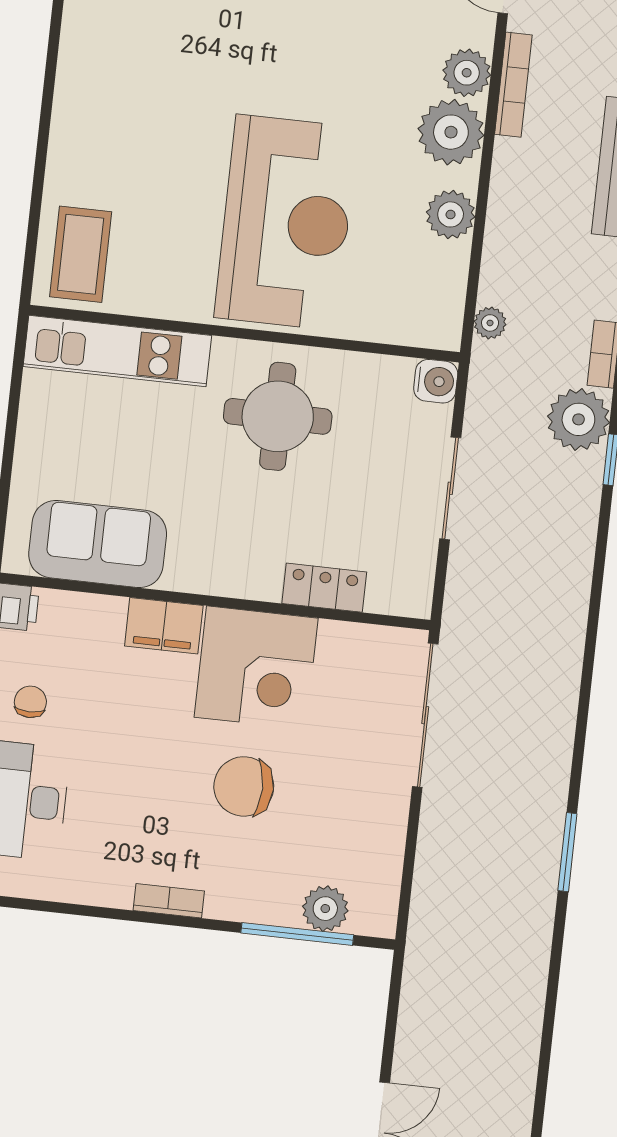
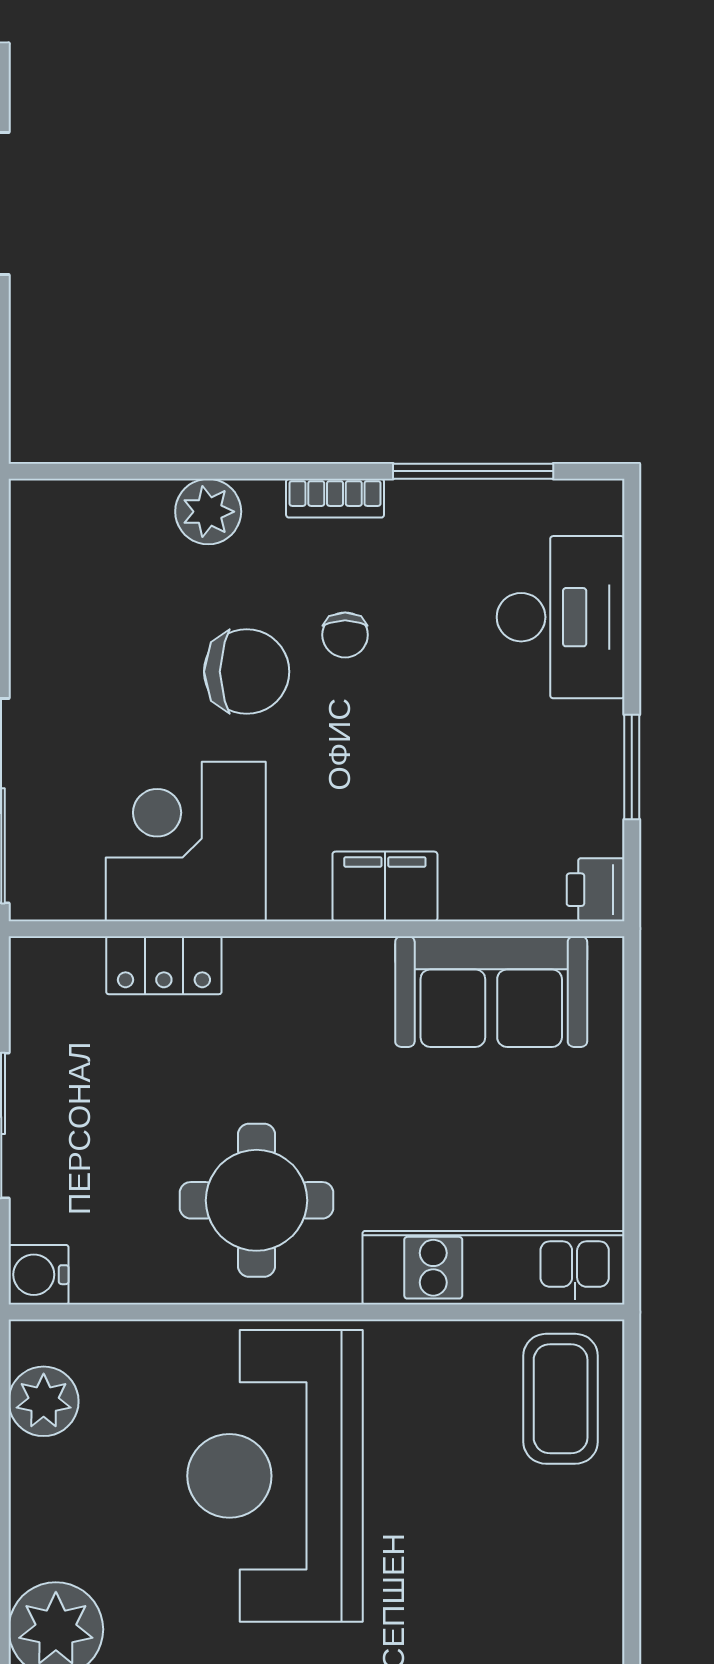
plant: (451, 214) -> (44, 1401), moved
corner desk: (256, 668) -> (186, 841), moved
chair: (30, 702) -> (345, 635), moved
plant: (325, 909) -> (208, 512), moved
window: (297, 934) -> (473, 471), moved

